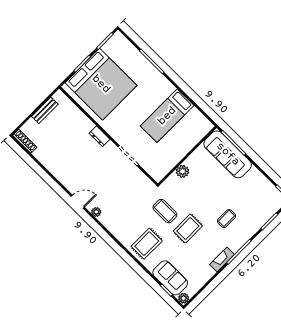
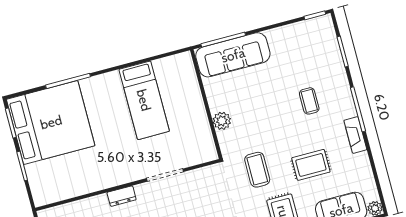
bed: (101, 84) -> (51, 122), moved
coffee table: (165, 211) -> (257, 170), turned 90
rug: (188, 228) -> (311, 165), moved, turned 90

